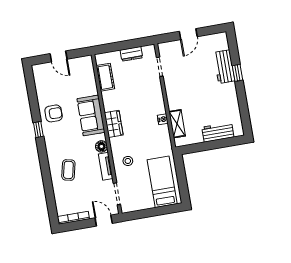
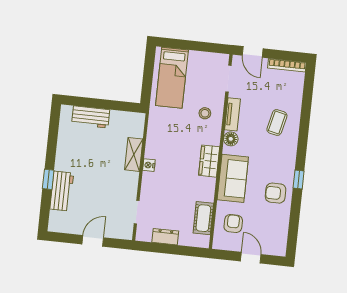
armchair: (80, 80) -> (233, 224), added
nightstand: (163, 119) -> (149, 165), moved
shelving: (177, 124) -> (134, 154), moved

